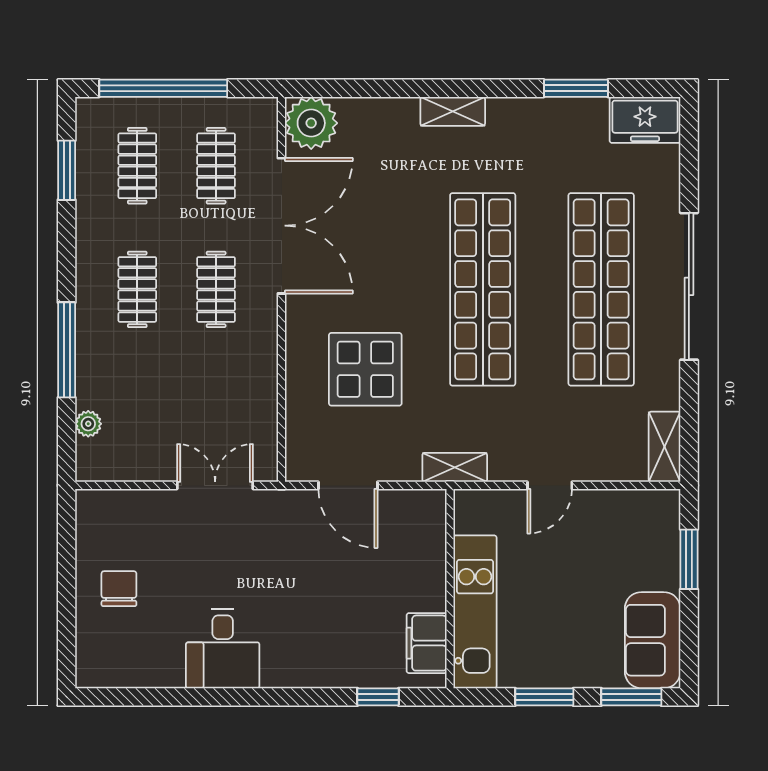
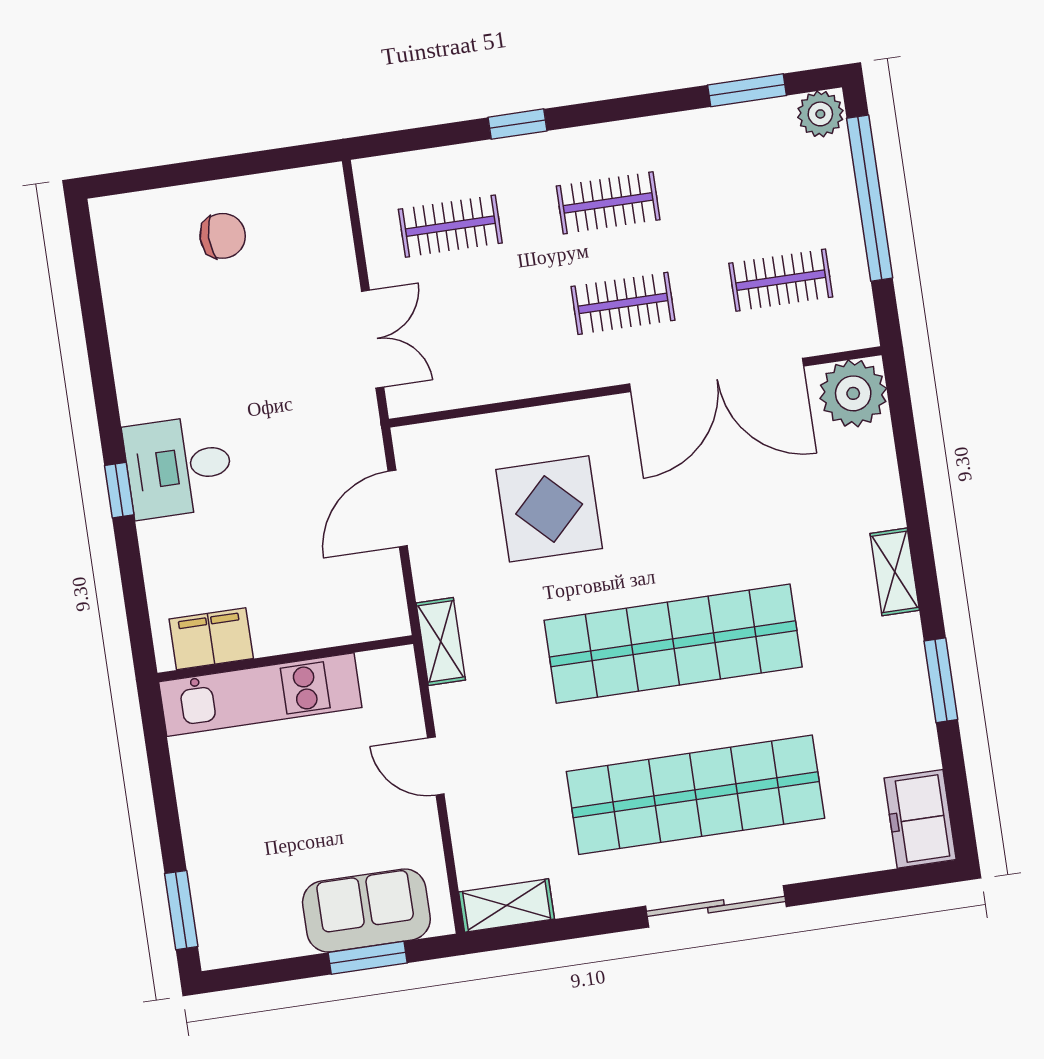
window: (576, 88) -> (941, 680), moved
clothes rail: (137, 166) -> (450, 226), moved
sliding door: (689, 286) -> (716, 906), width x0.73
window: (67, 350) -> (517, 124), width x0.46
plant: (88, 424) -> (820, 114), moved, width x1.38, depth x1.38
sofa: (653, 640) -> (366, 910), moved
desk: (223, 649) -> (179, 467), moved
window: (378, 697) -> (119, 490), moved
window: (544, 697) -> (165, 799), removed

